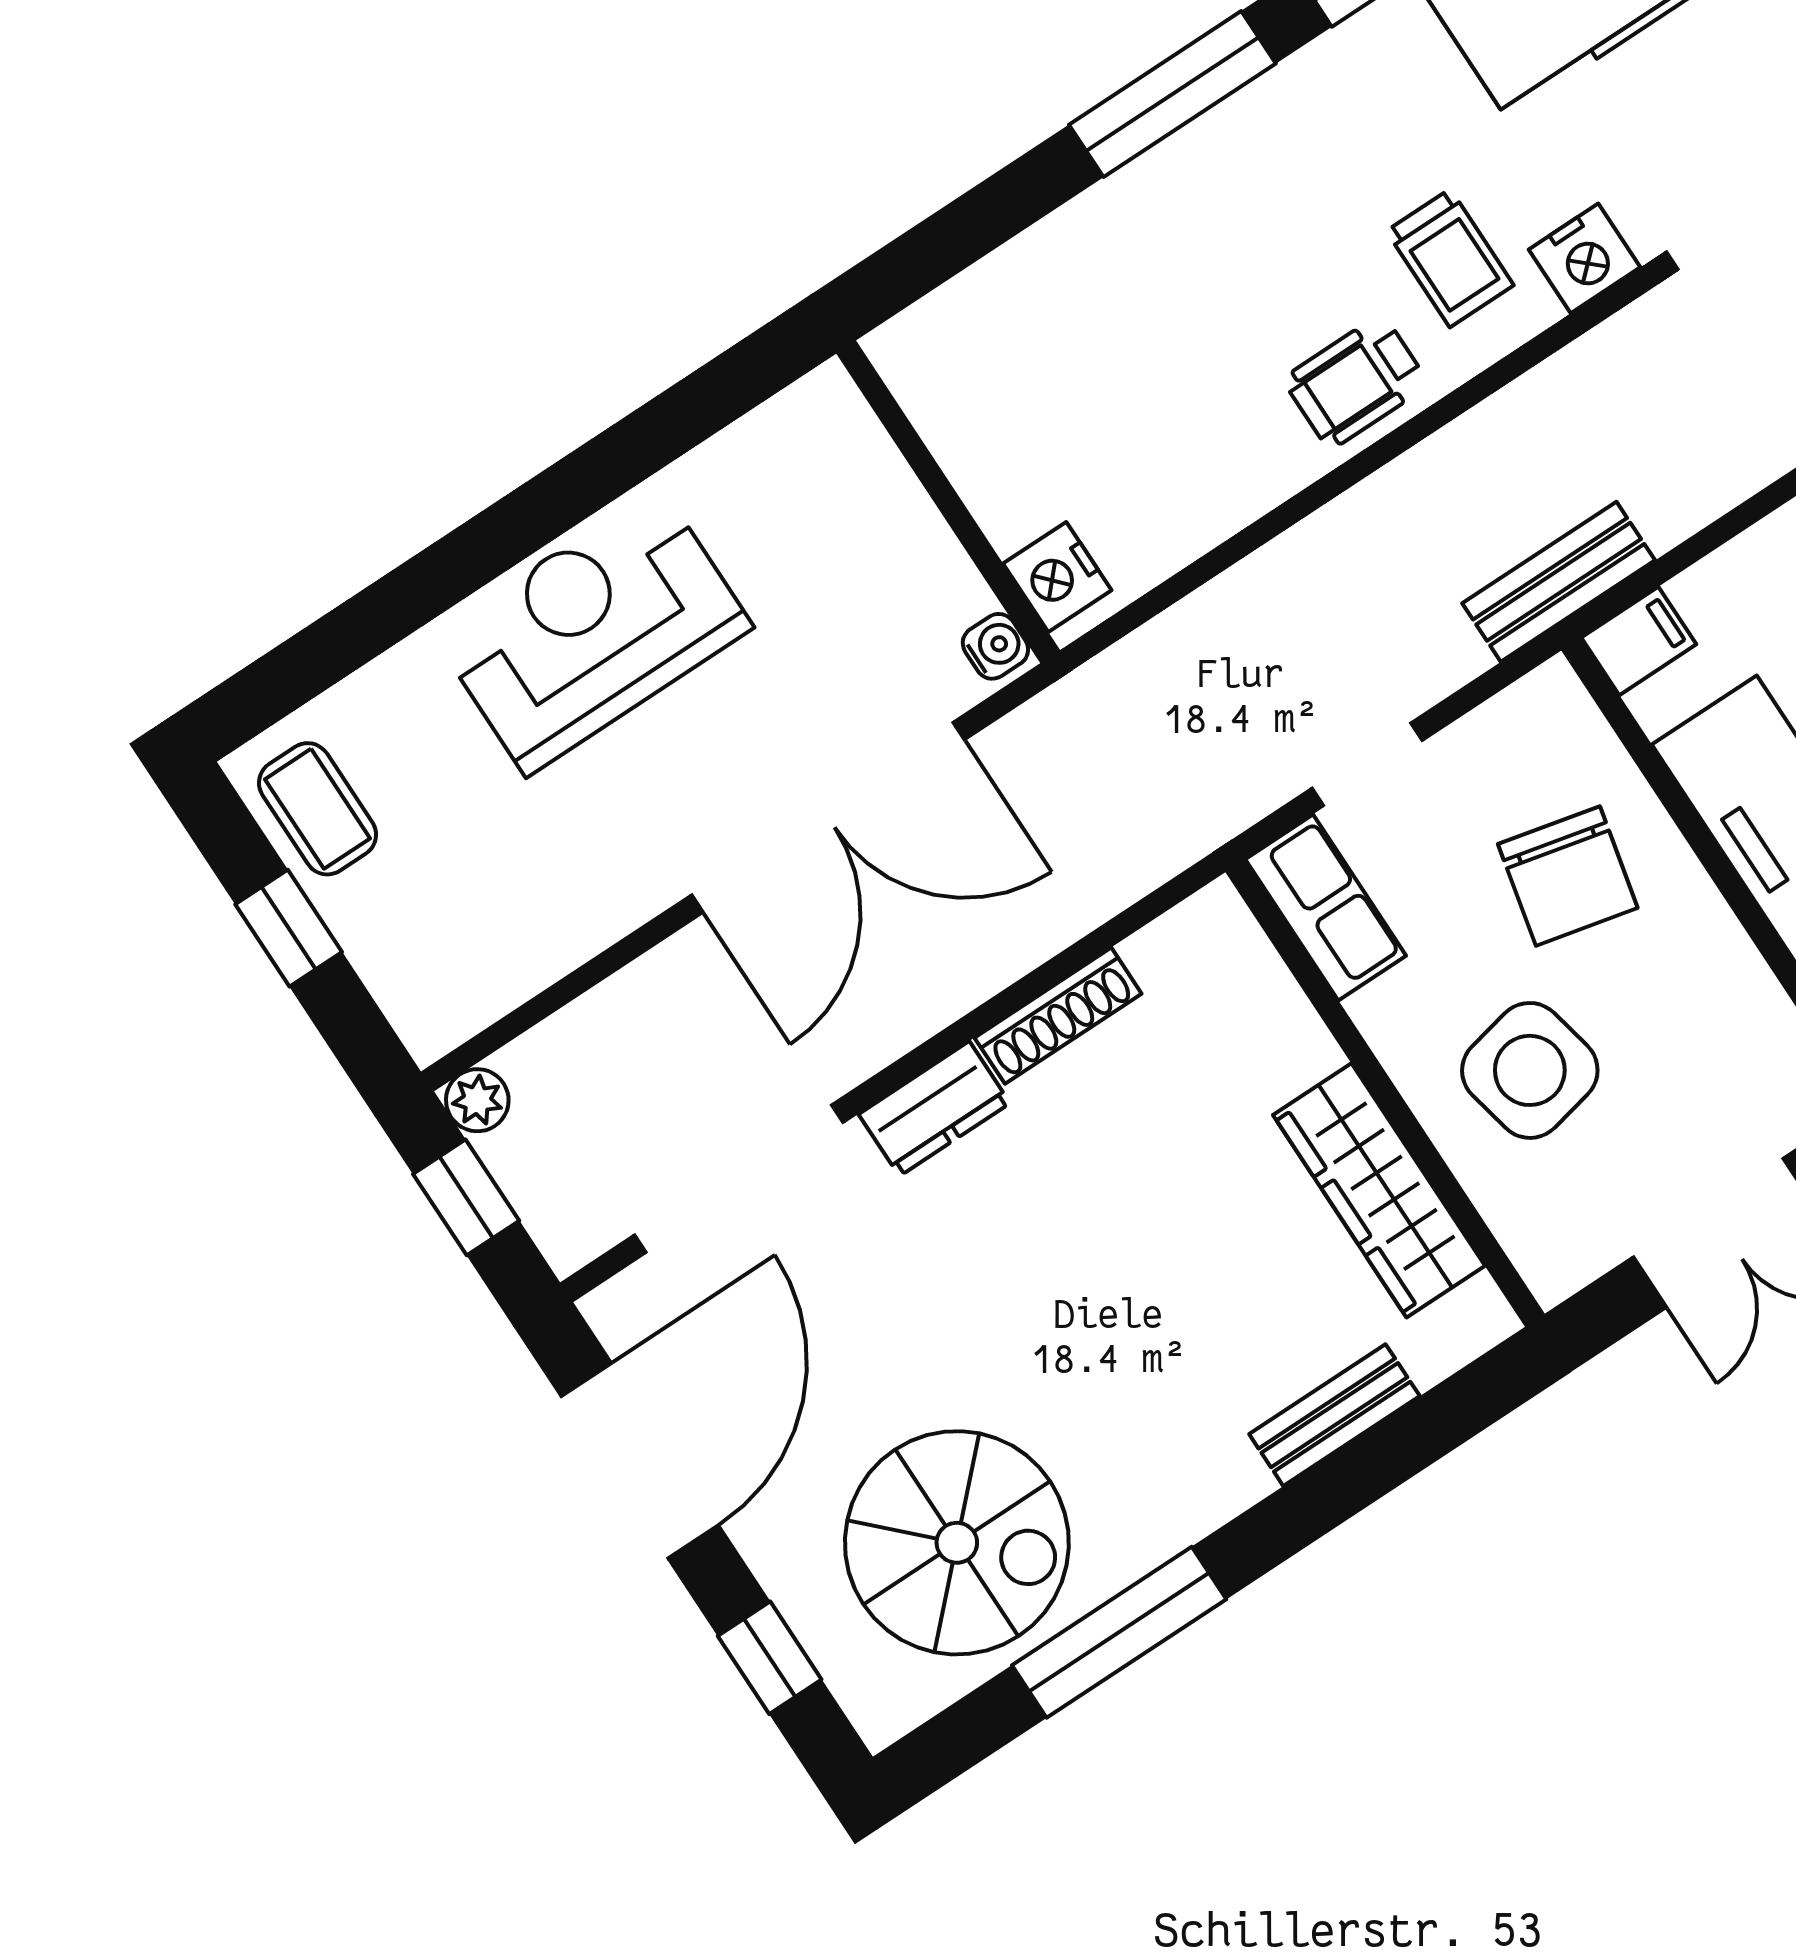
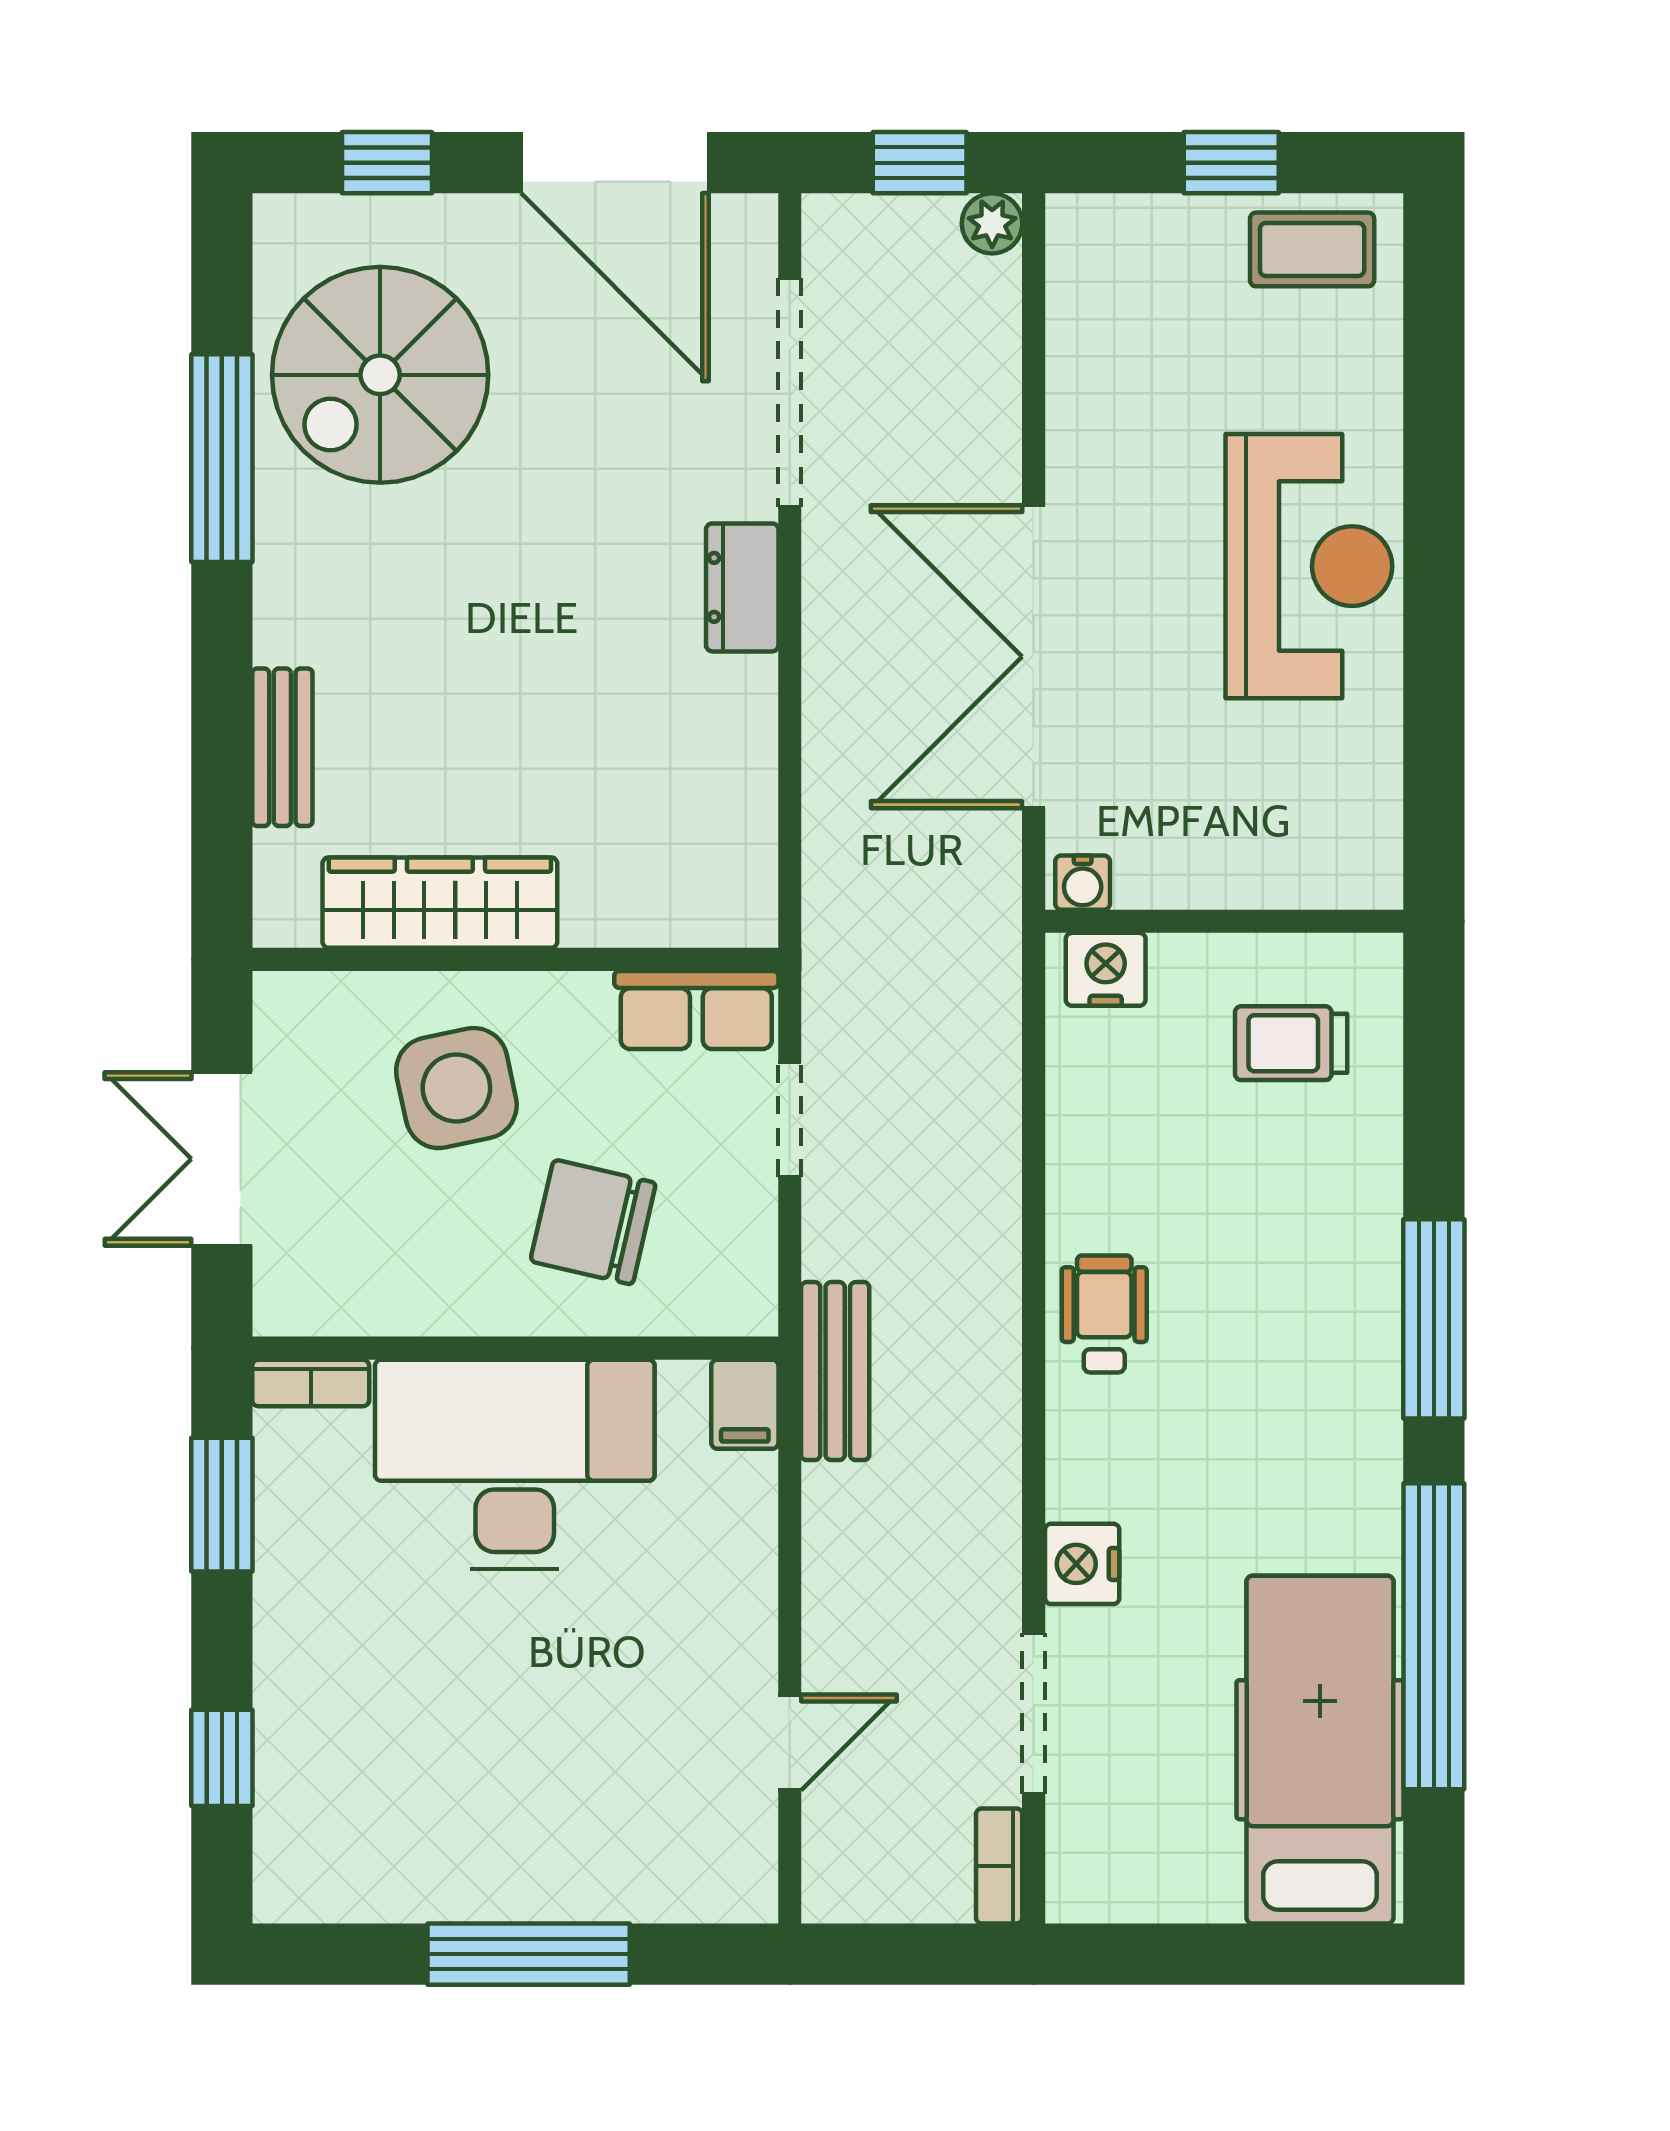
trolley: (1450, 258) -> (1291, 1043), moved
shoe rack: (1058, 1016) -> (751, 737), removed

